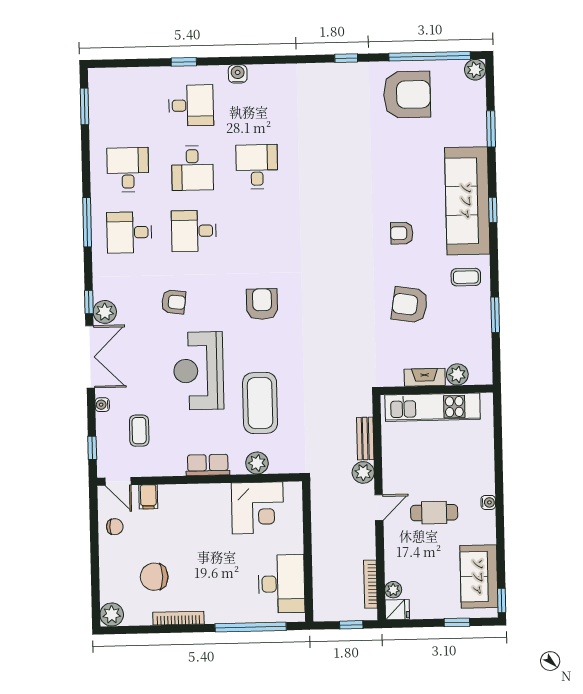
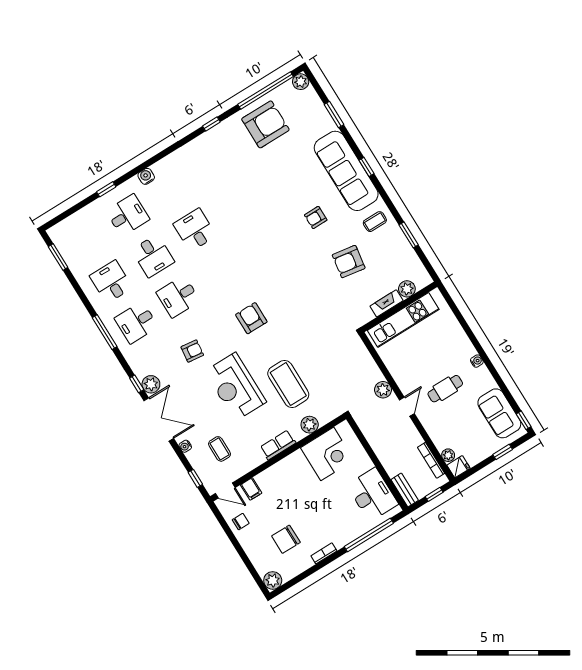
bench: (365, 438) -> (405, 490), moved
bookcase: (178, 618) -> (324, 553), width x0.64

